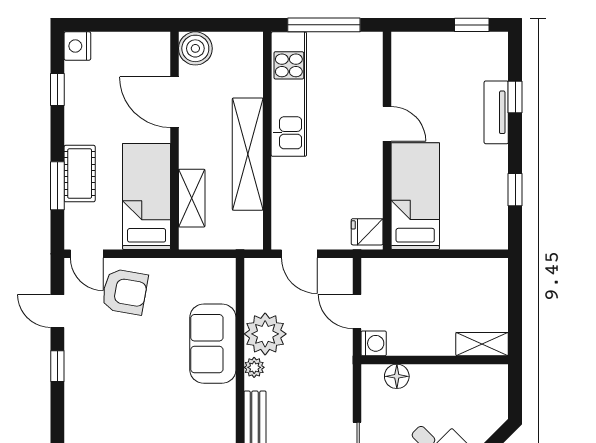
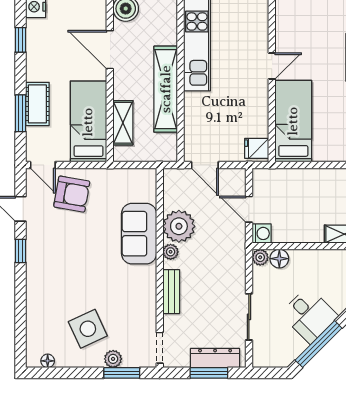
door: (387, 124) -> (272, 66), hinge flipped
plant: (372, 375) -> (260, 257), added

